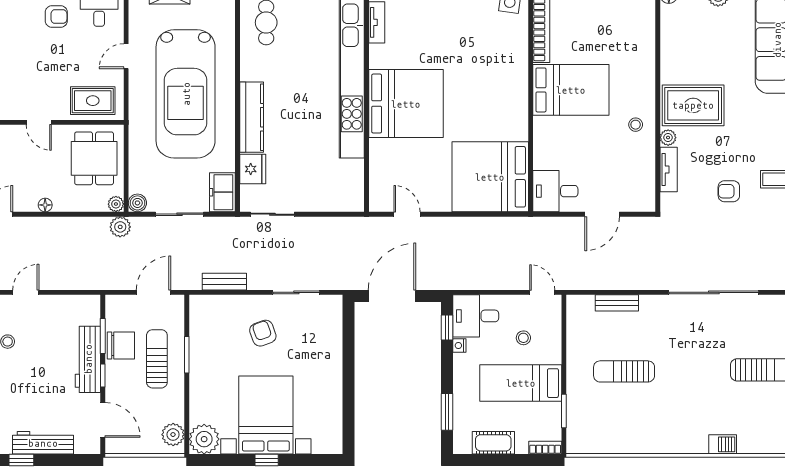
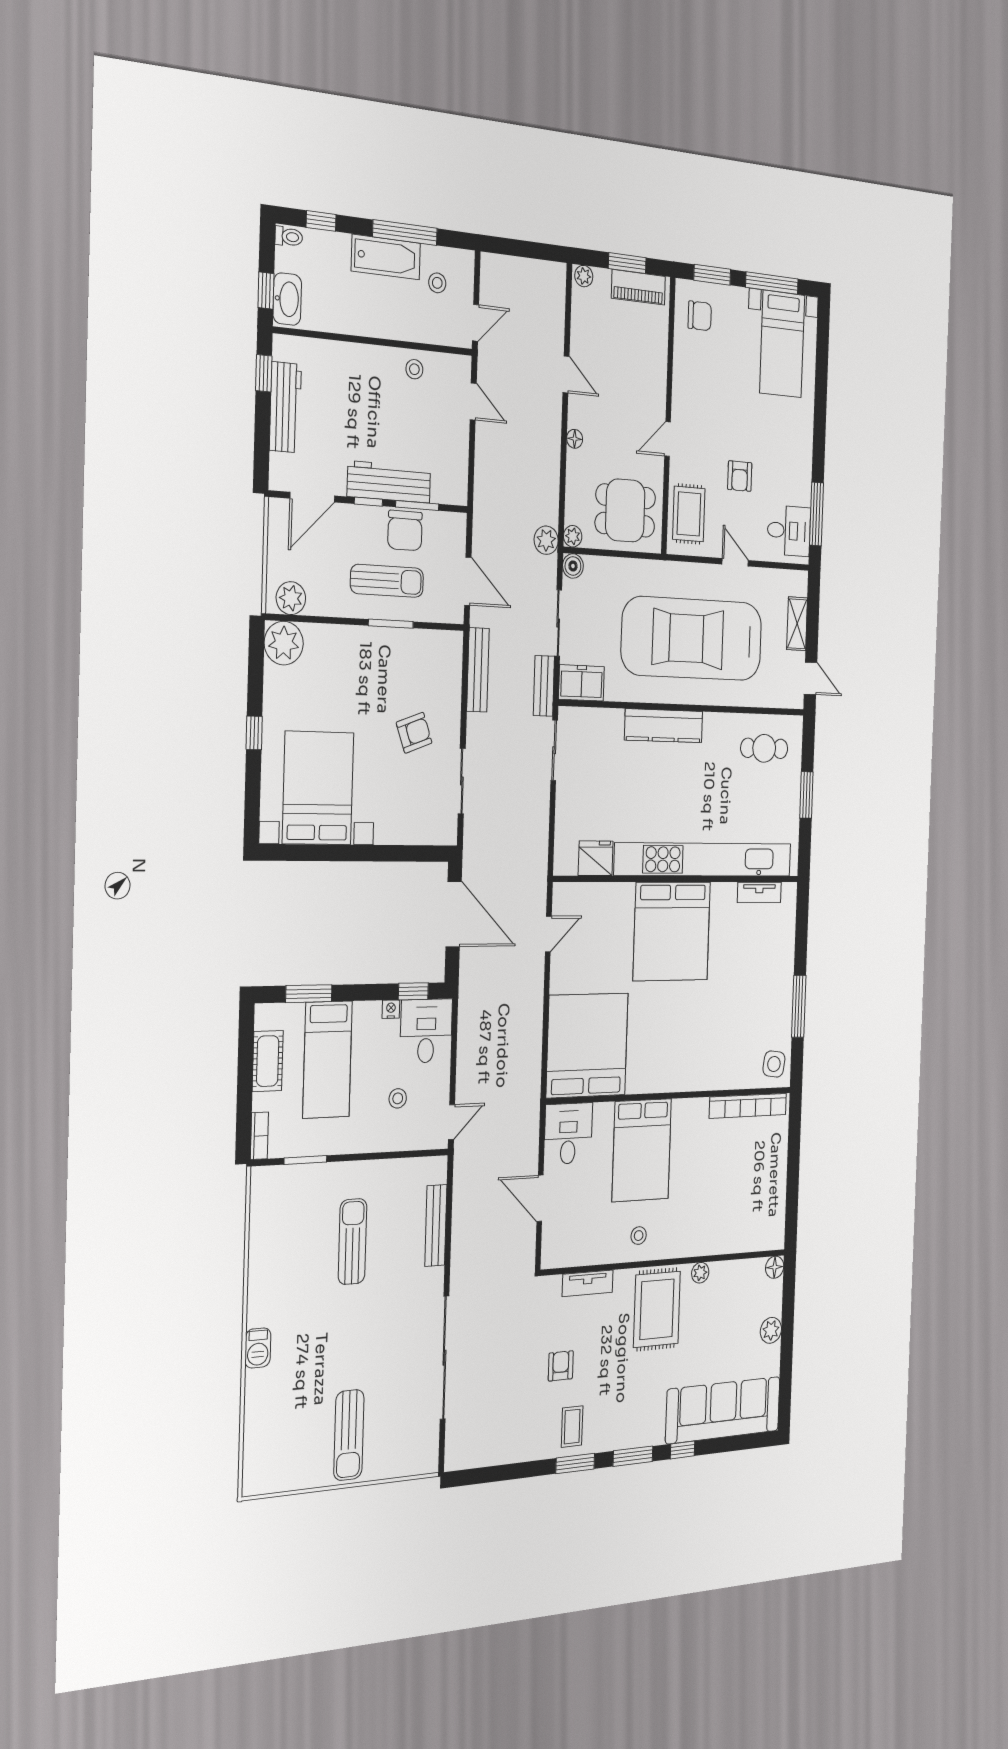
armchair: (56, 17) -> (740, 476), moved
bed: (571, 90) -> (642, 1150), moved
plant: (668, 138) -> (700, 1273), moved
fridge: (253, 169) -> (596, 858), moved, turned 180
bench: (226, 225) -> (544, 686), added
bench: (224, 282) -> (478, 670), width x1.36
bench: (617, 303) -> (436, 1225), width x1.36
bed: (521, 383) -> (327, 1060), moved, turned 180
bed with nightstands: (266, 415) -> (318, 788), moved, turned -90
barbecue: (723, 444) -> (258, 1348), moved

